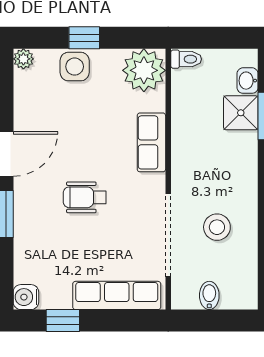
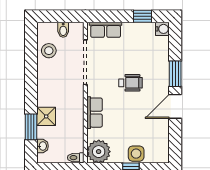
plant: (23, 59) -> (164, 158), removed
shower: (241, 113) -> (46, 116), moved
stool: (217, 227) -> (49, 51), moved
row of seats: (117, 295) -> (106, 30), width x0.68

